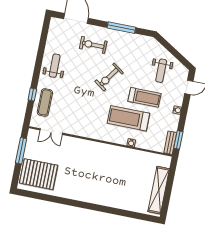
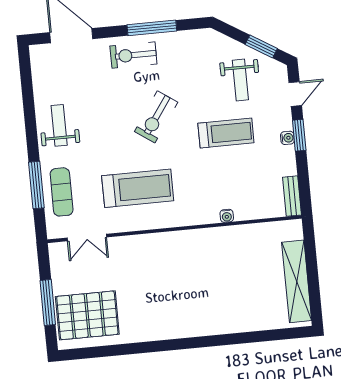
exercise bike: (93, 45) -> (133, 55), moved
window: (178, 56) -> (261, 46), added
window: (32, 94) -> (36, 185), width x2.17
treadmill: (128, 118) -> (138, 188), moved, turned 180
window: (178, 140) -> (299, 135), moved
window: (21, 151) -> (48, 303), moved

